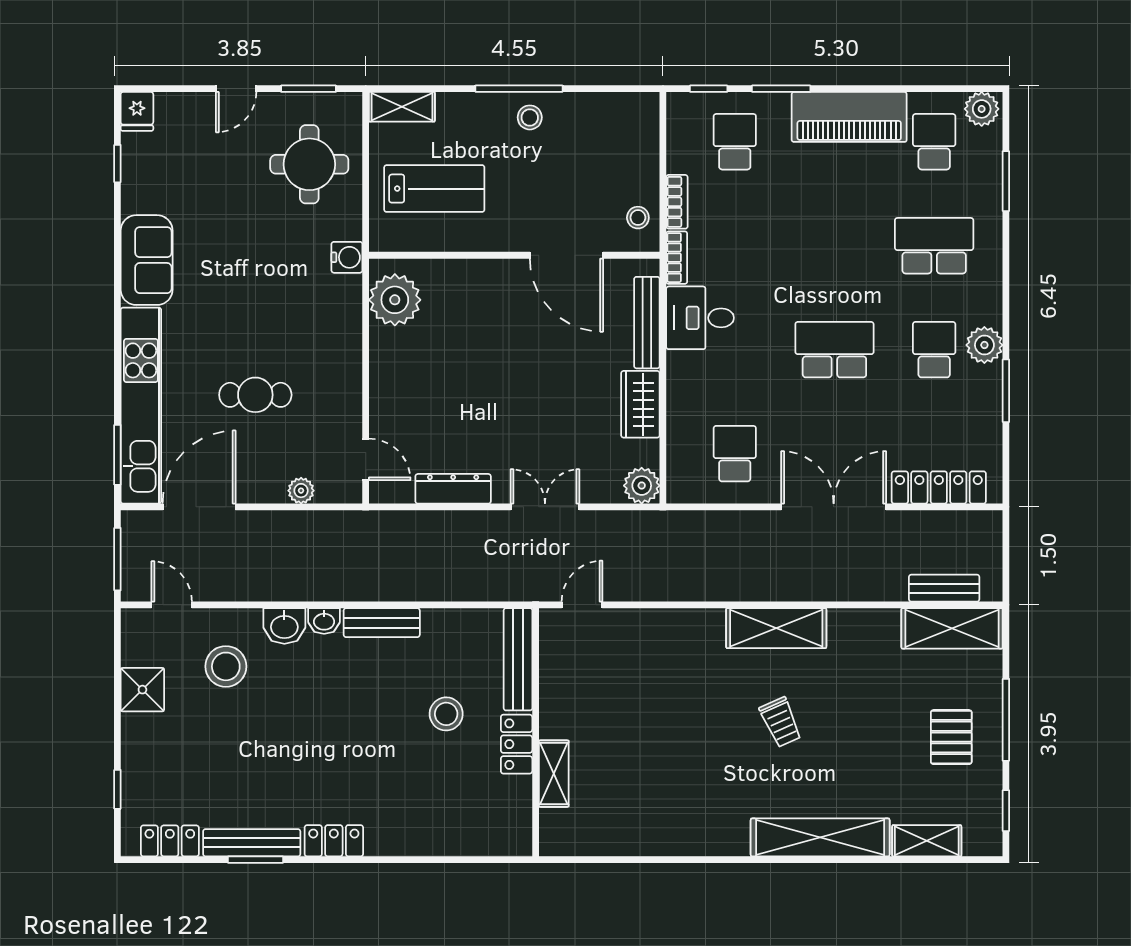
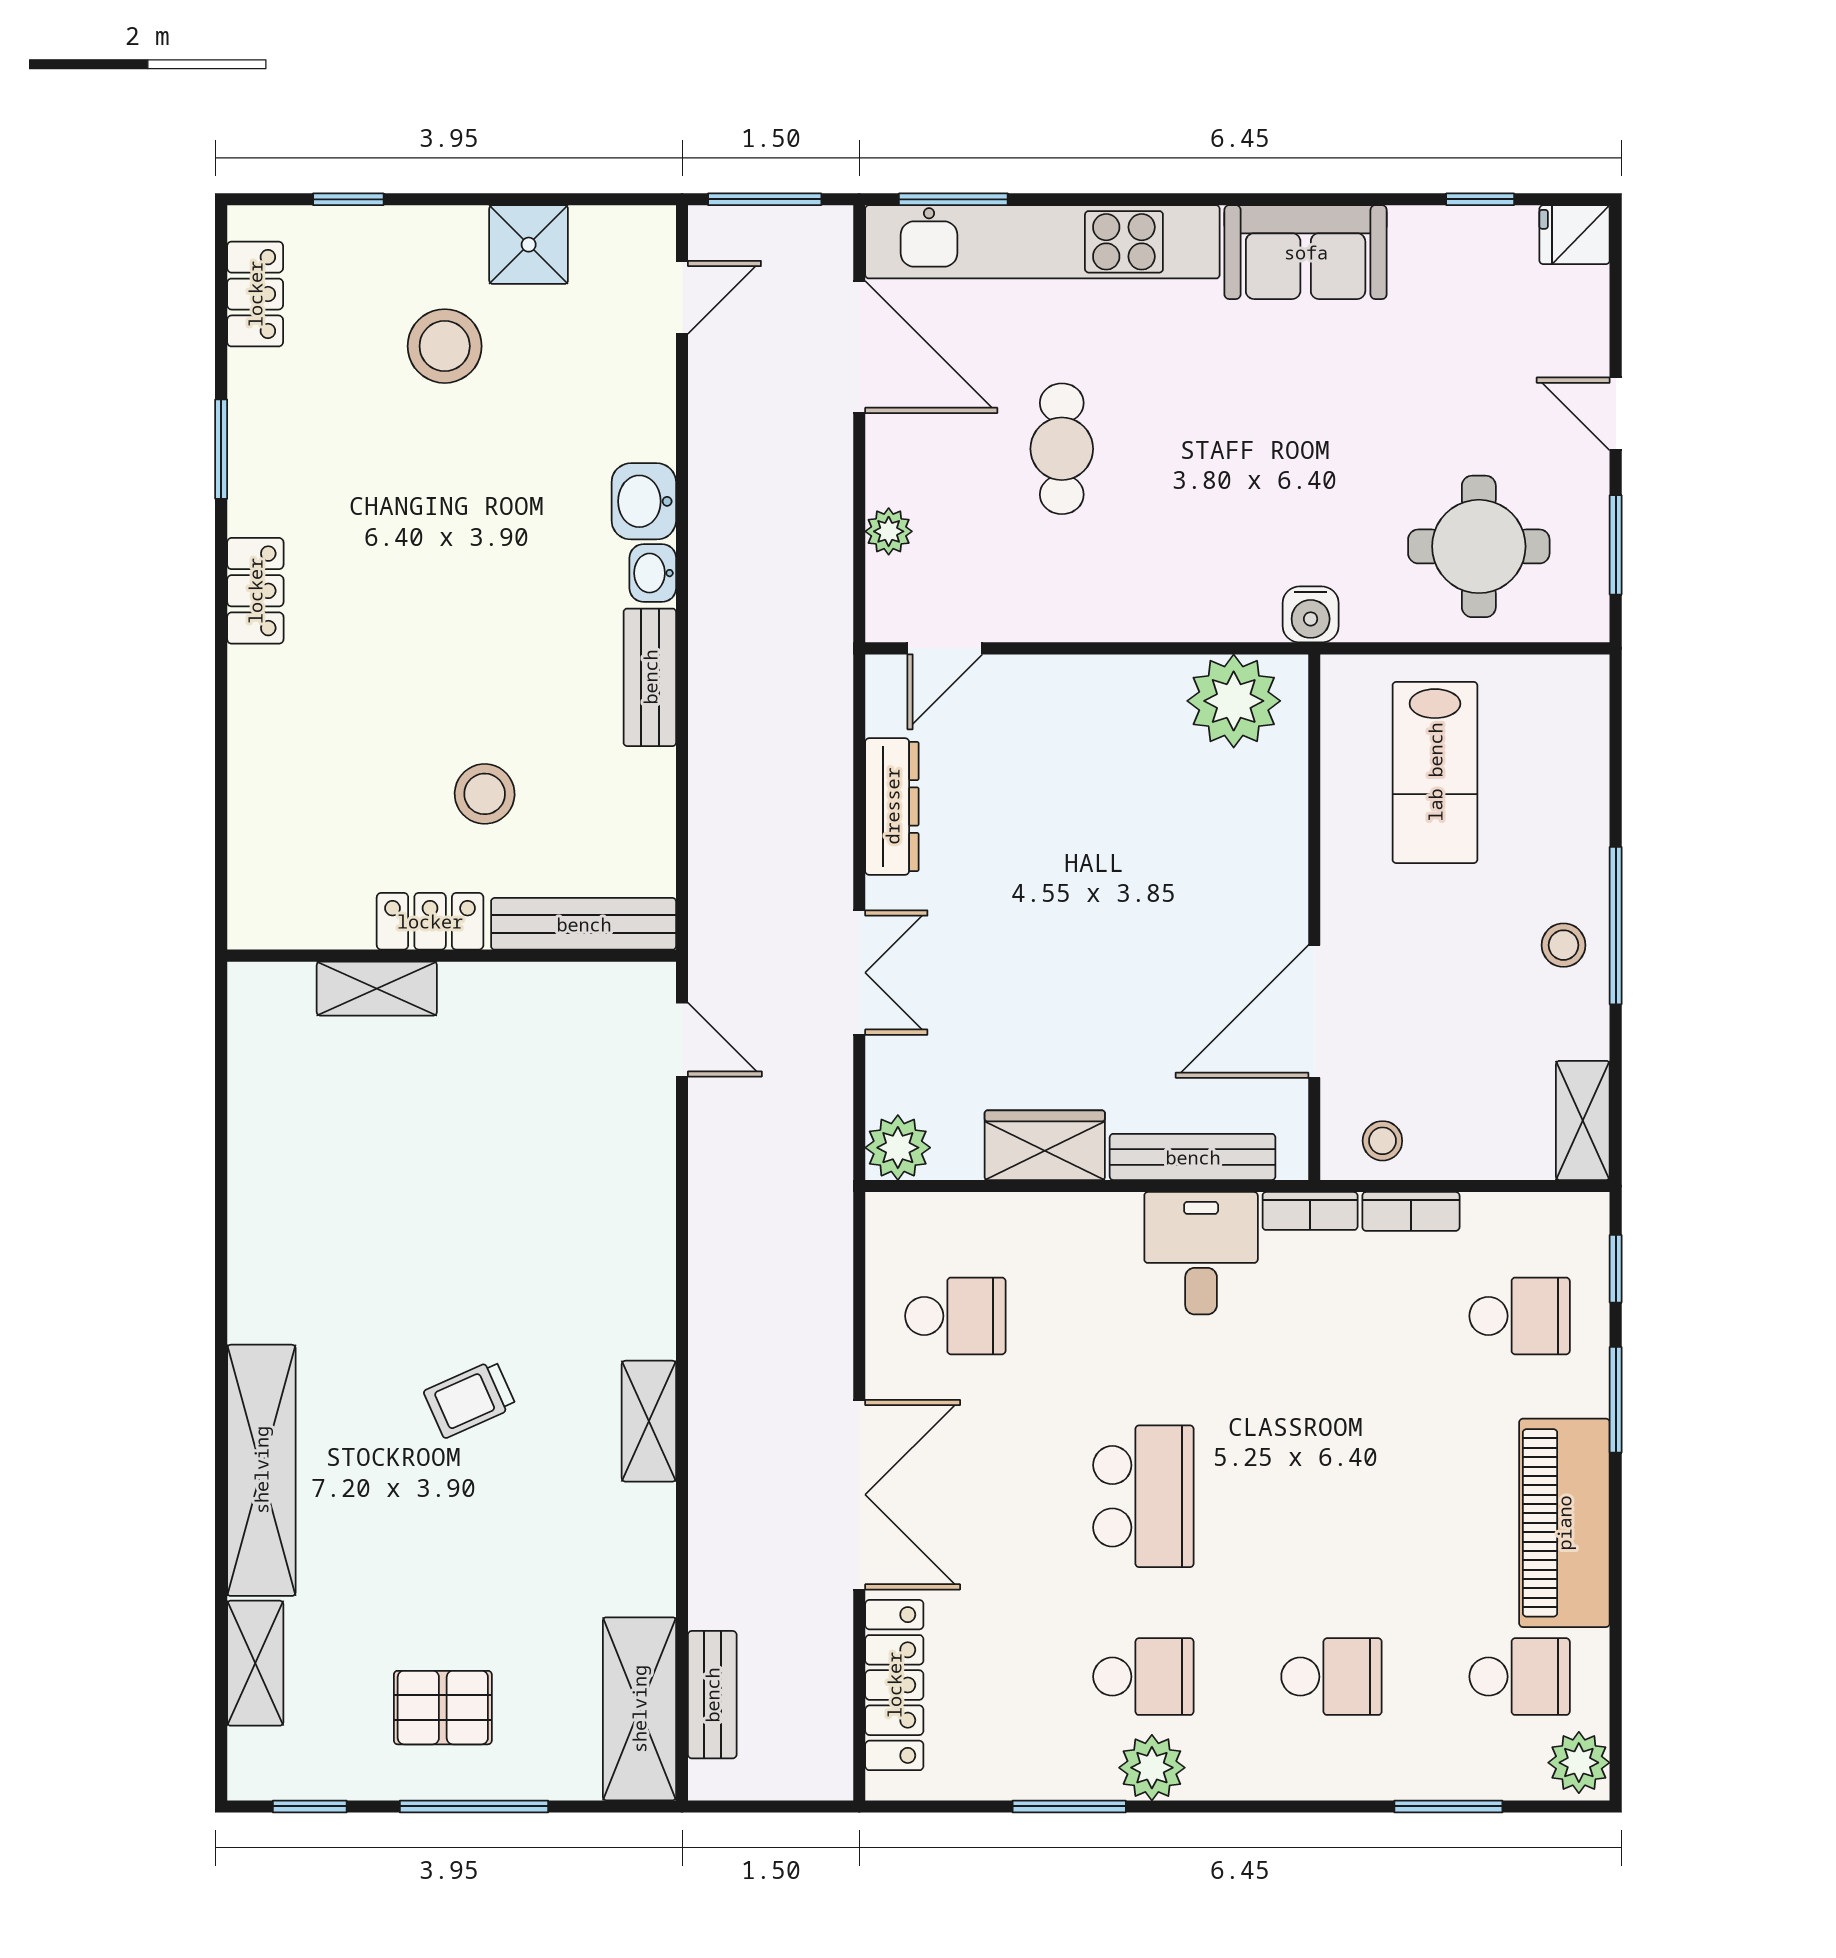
shelving: (402, 107) -> (1583, 1120), moved
school desk: (934, 246) -> (1331, 1677), width x0.54
shelving: (776, 628) -> (649, 1421), width x0.67, depth x0.75
stool: (226, 666) -> (445, 346), moved
bench: (252, 843) -> (252, 442), removed

